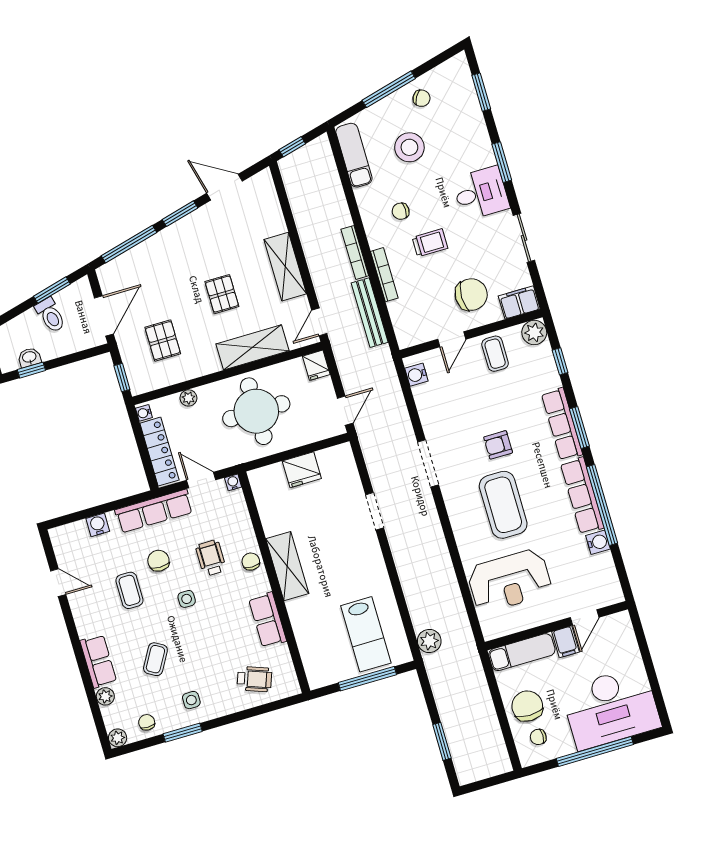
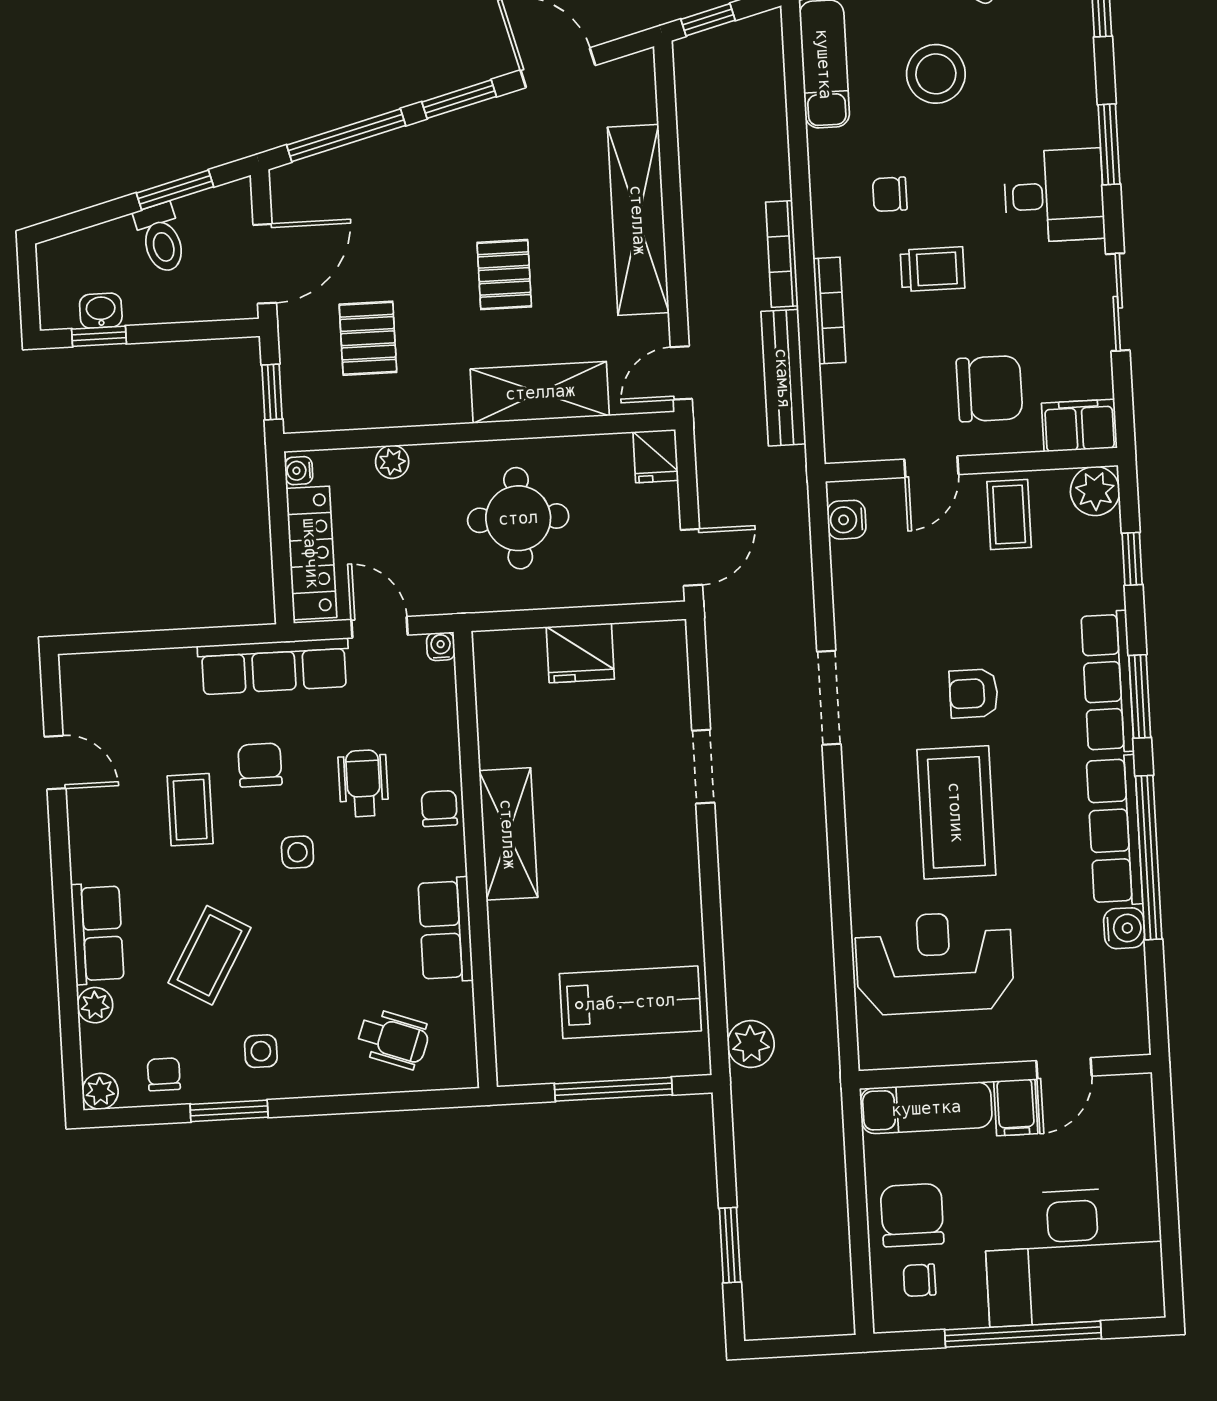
shelving: (285, 267) -> (638, 220), width x1.47
round table: (256, 411) -> (518, 518), width x0.73, depth x0.73
water cooler: (98, 525) -> (158, 668), removed
reception desk: (510, 581) -> (934, 963), turned 180
lab bench: (366, 634) -> (630, 1002), turned -90
coffee table: (155, 659) -> (209, 955), width x1.36, depth x1.30

